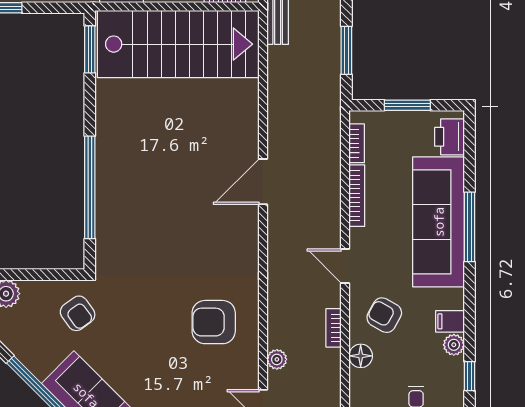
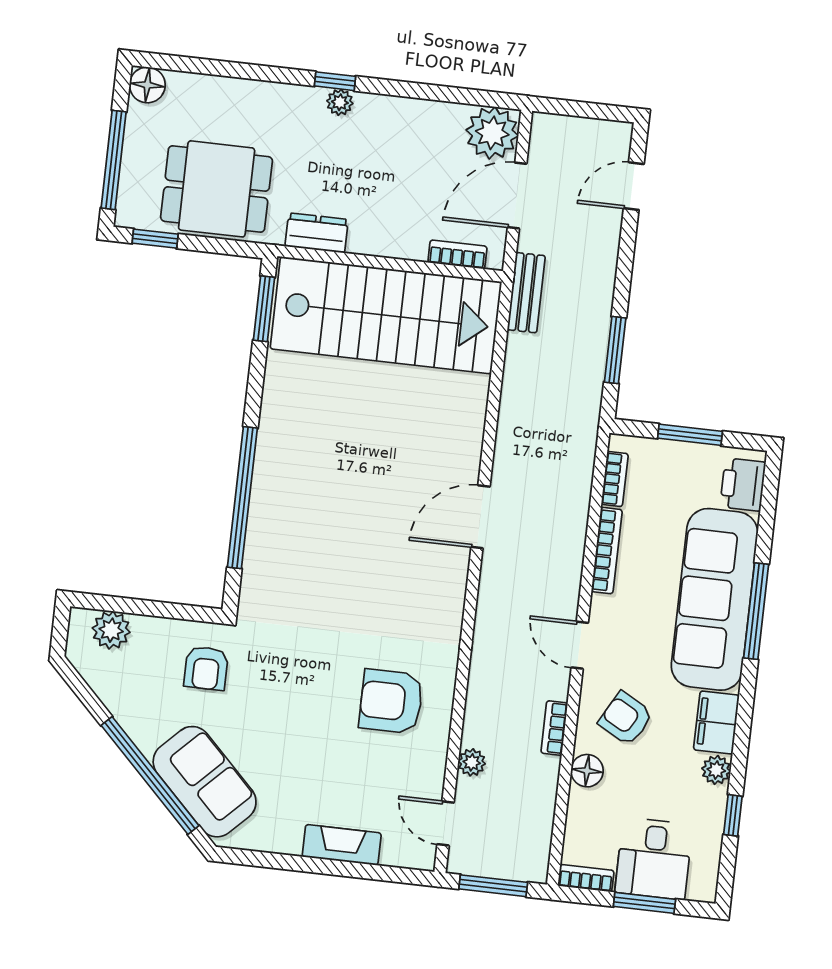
armchair: (78, 313) -> (206, 668), turned 36
filing cabinet: (450, 321) -> (716, 723), width x2.00

